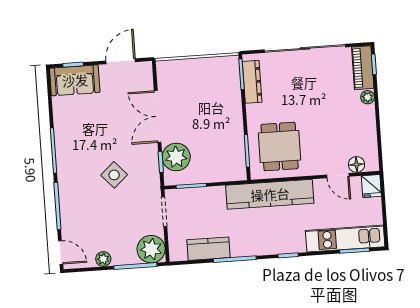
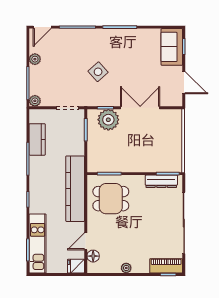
plant: (368, 97) -> (126, 268), moved
plant: (151, 249) -> (35, 101), width x0.53, depth x0.53

